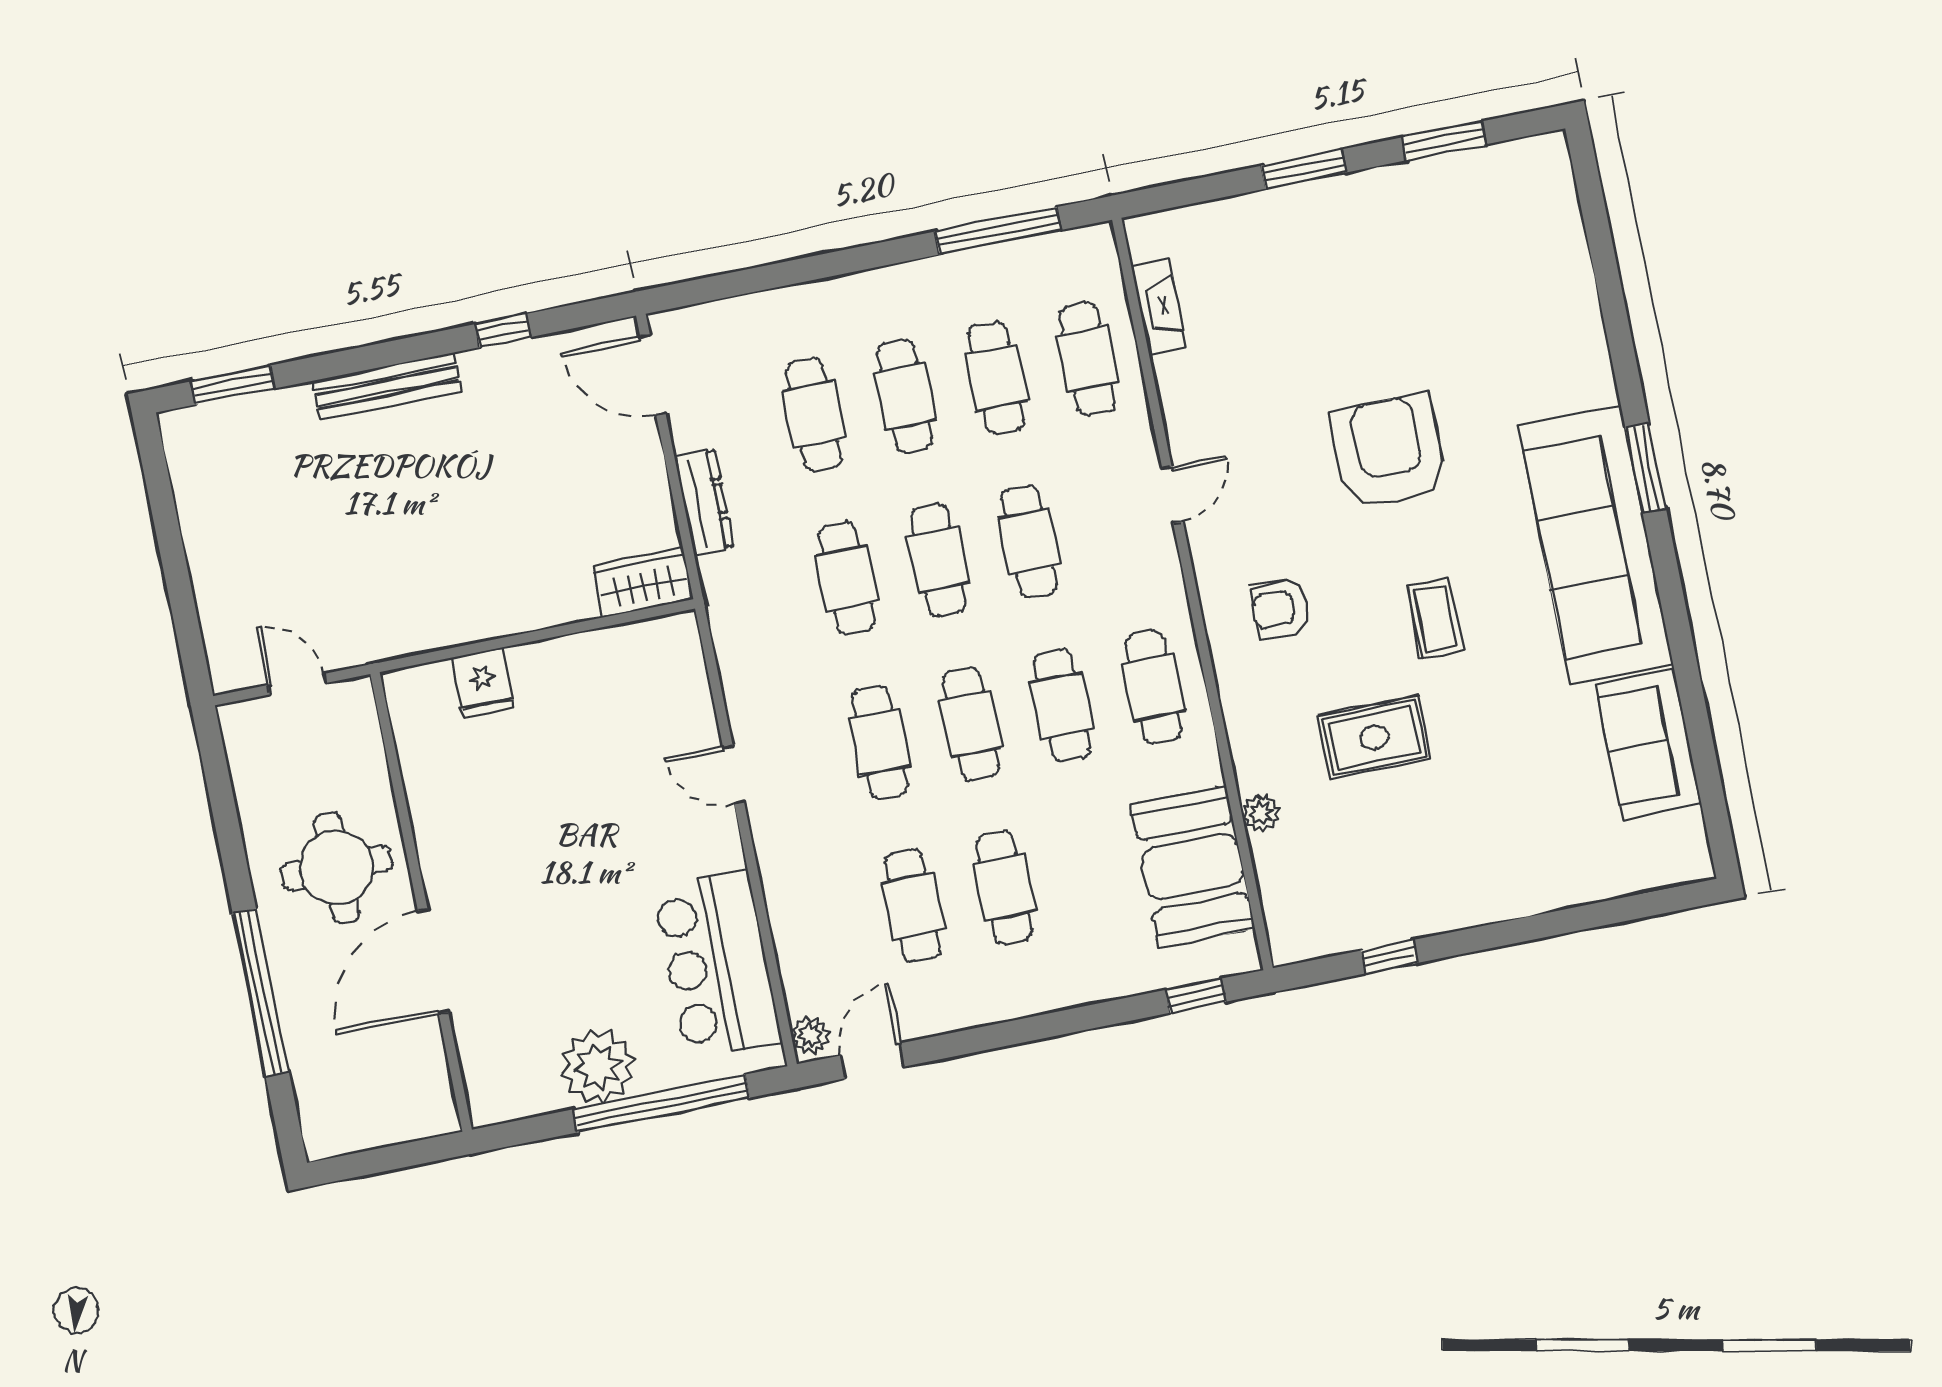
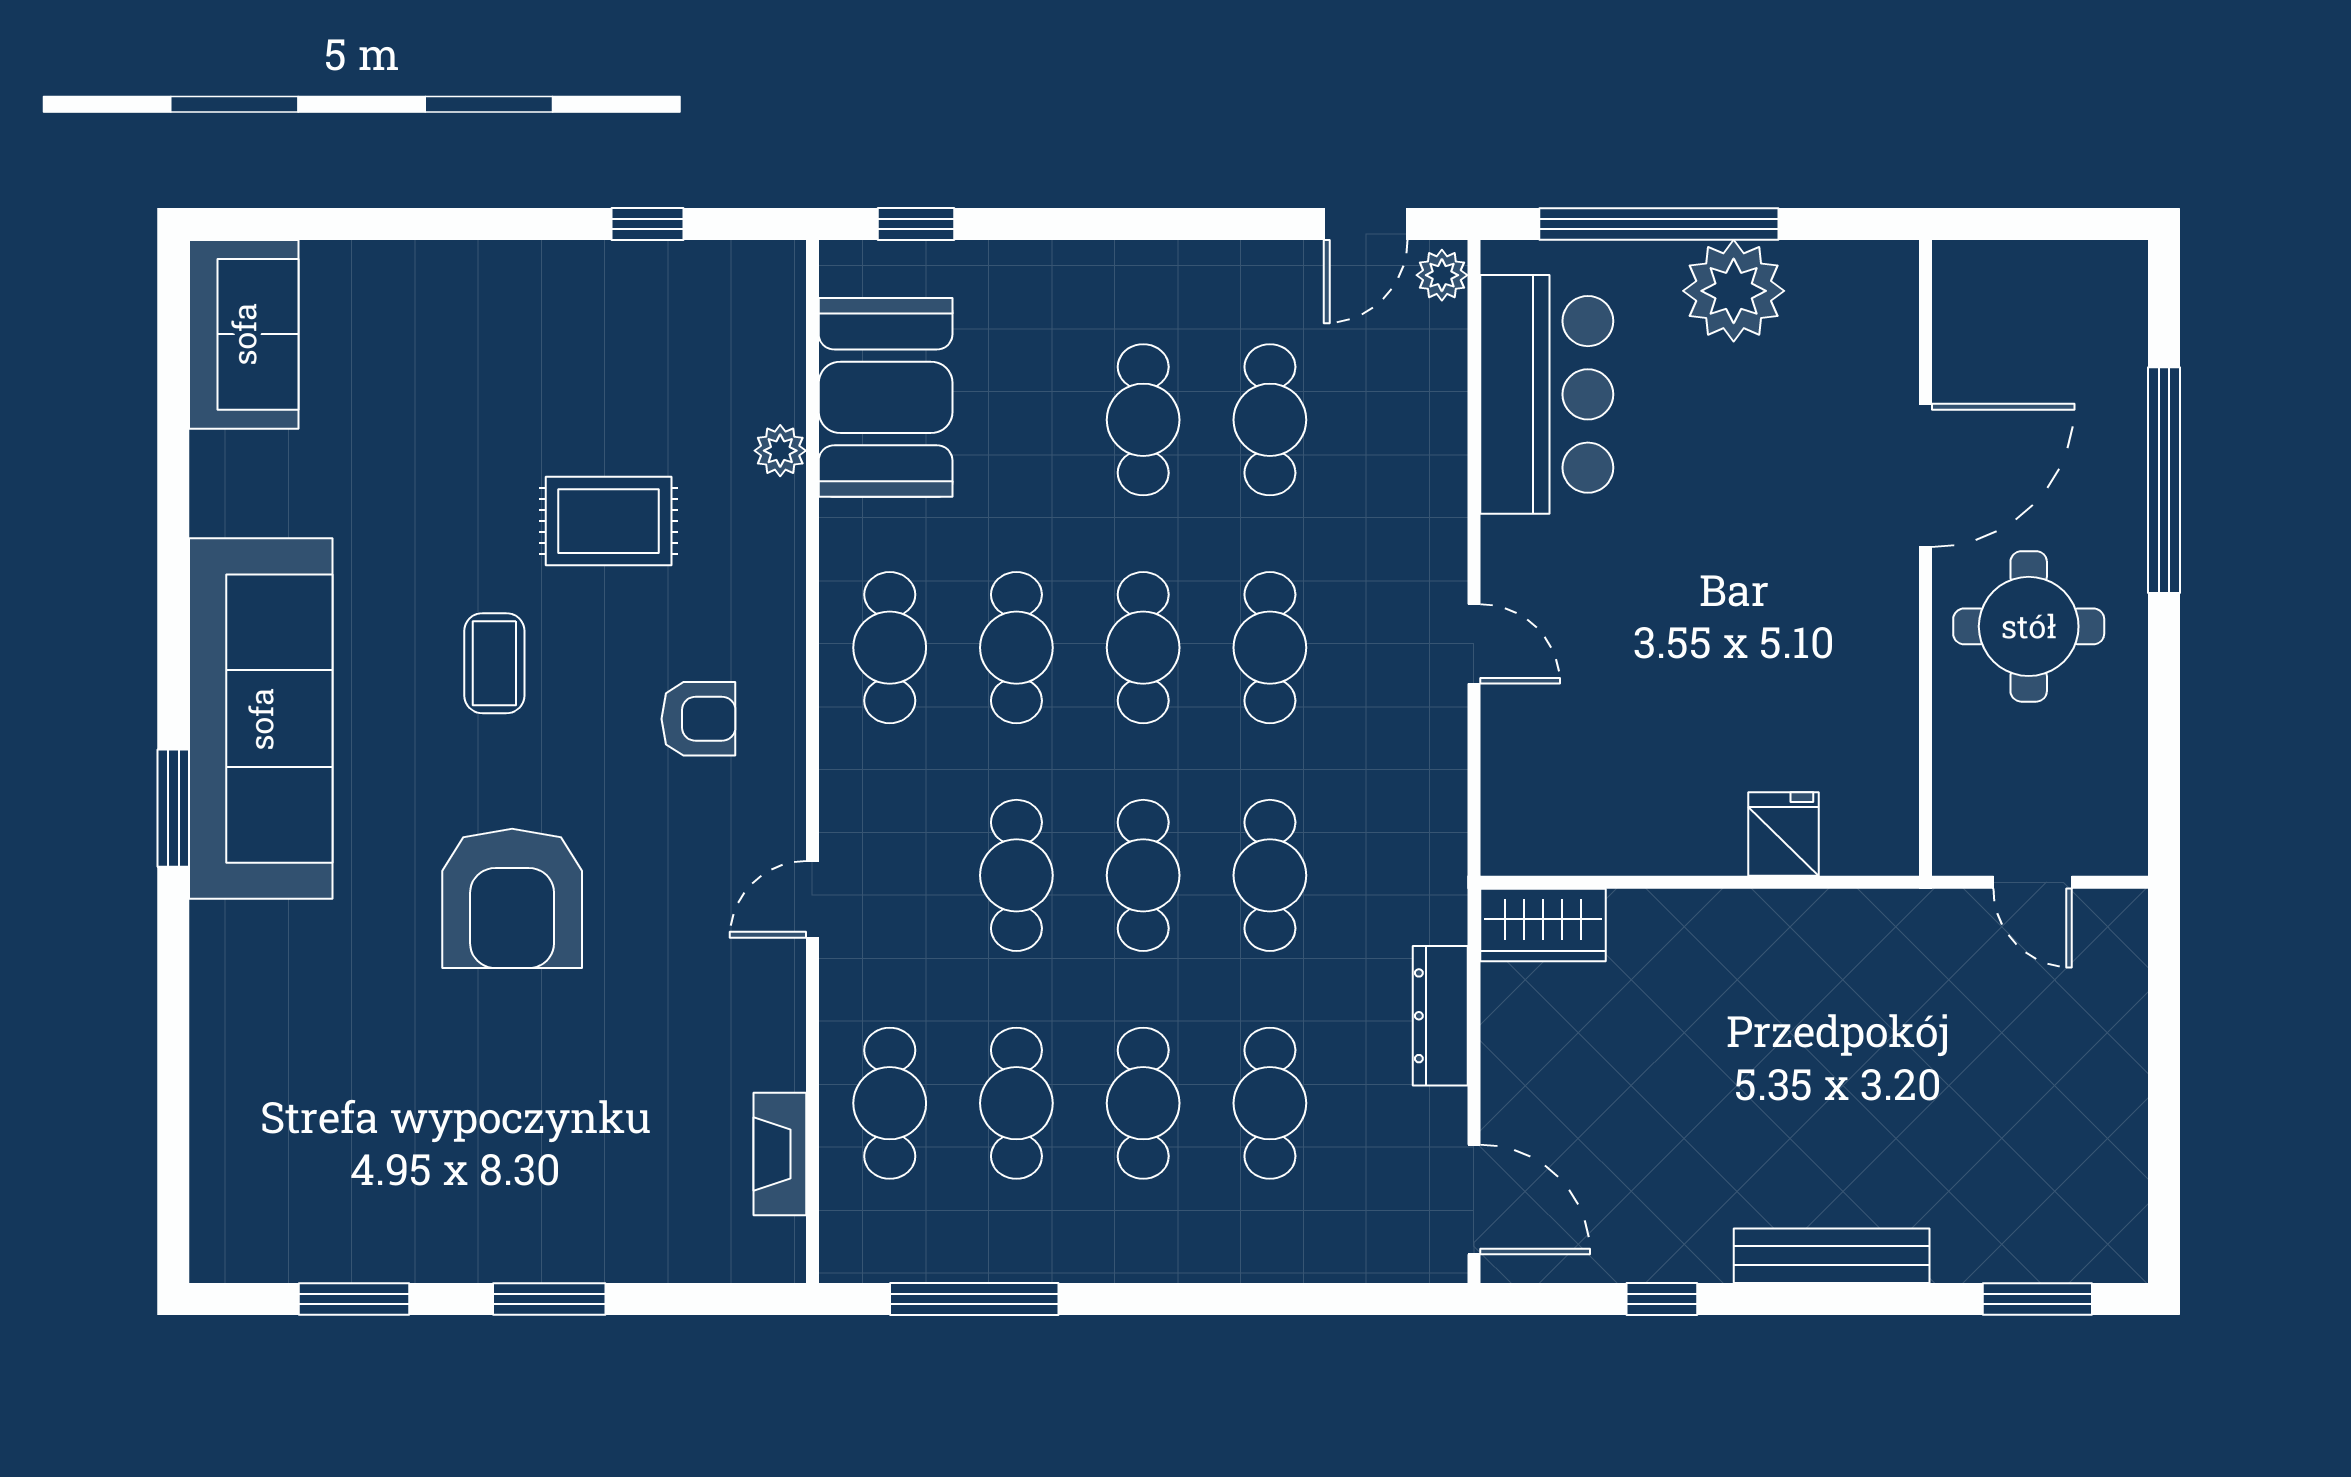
sofa: (1648, 744) -> (244, 334), moved

